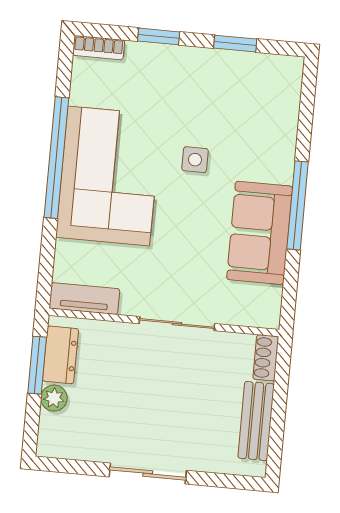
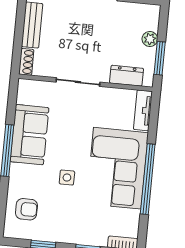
armchair: (264, 105) -> (26, 209), added
tv unit: (84, 299) -> (143, 110), moved, turned 90
dresser: (60, 355) -> (127, 76), moved, turned 90

